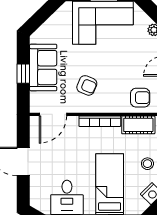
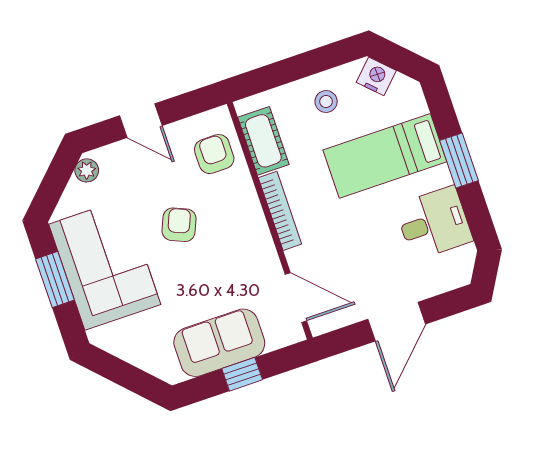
armchair: (87, 85) -> (179, 225), moved

